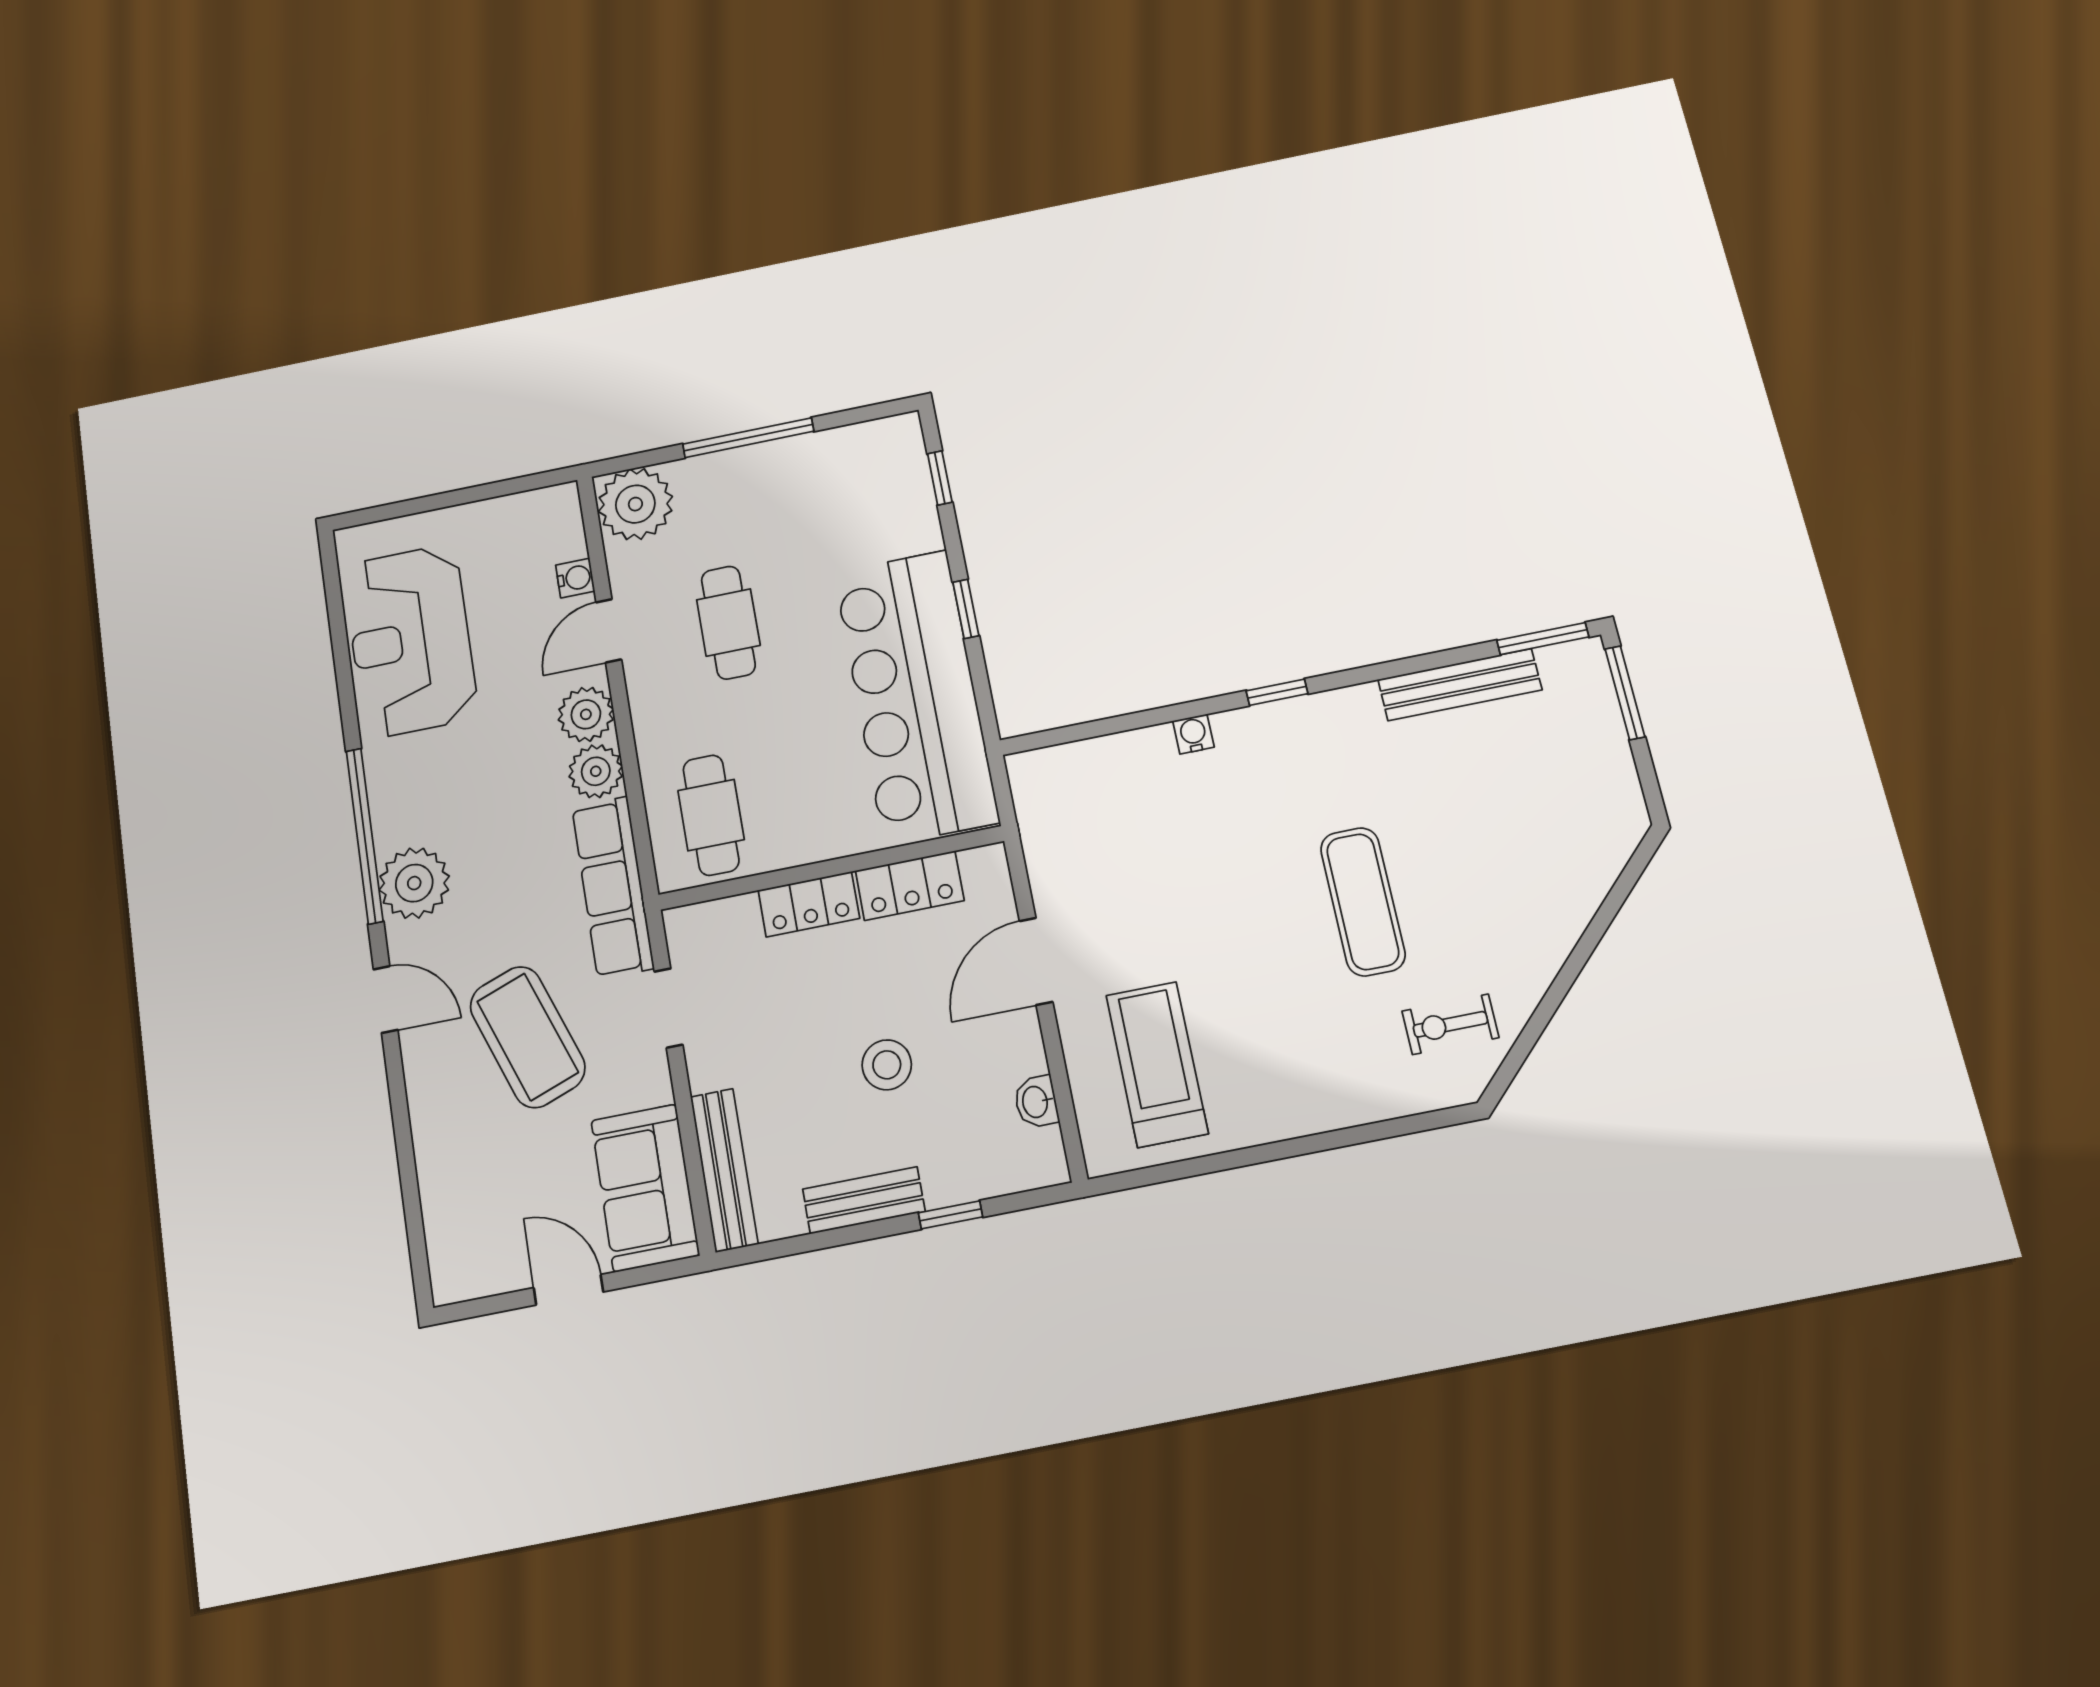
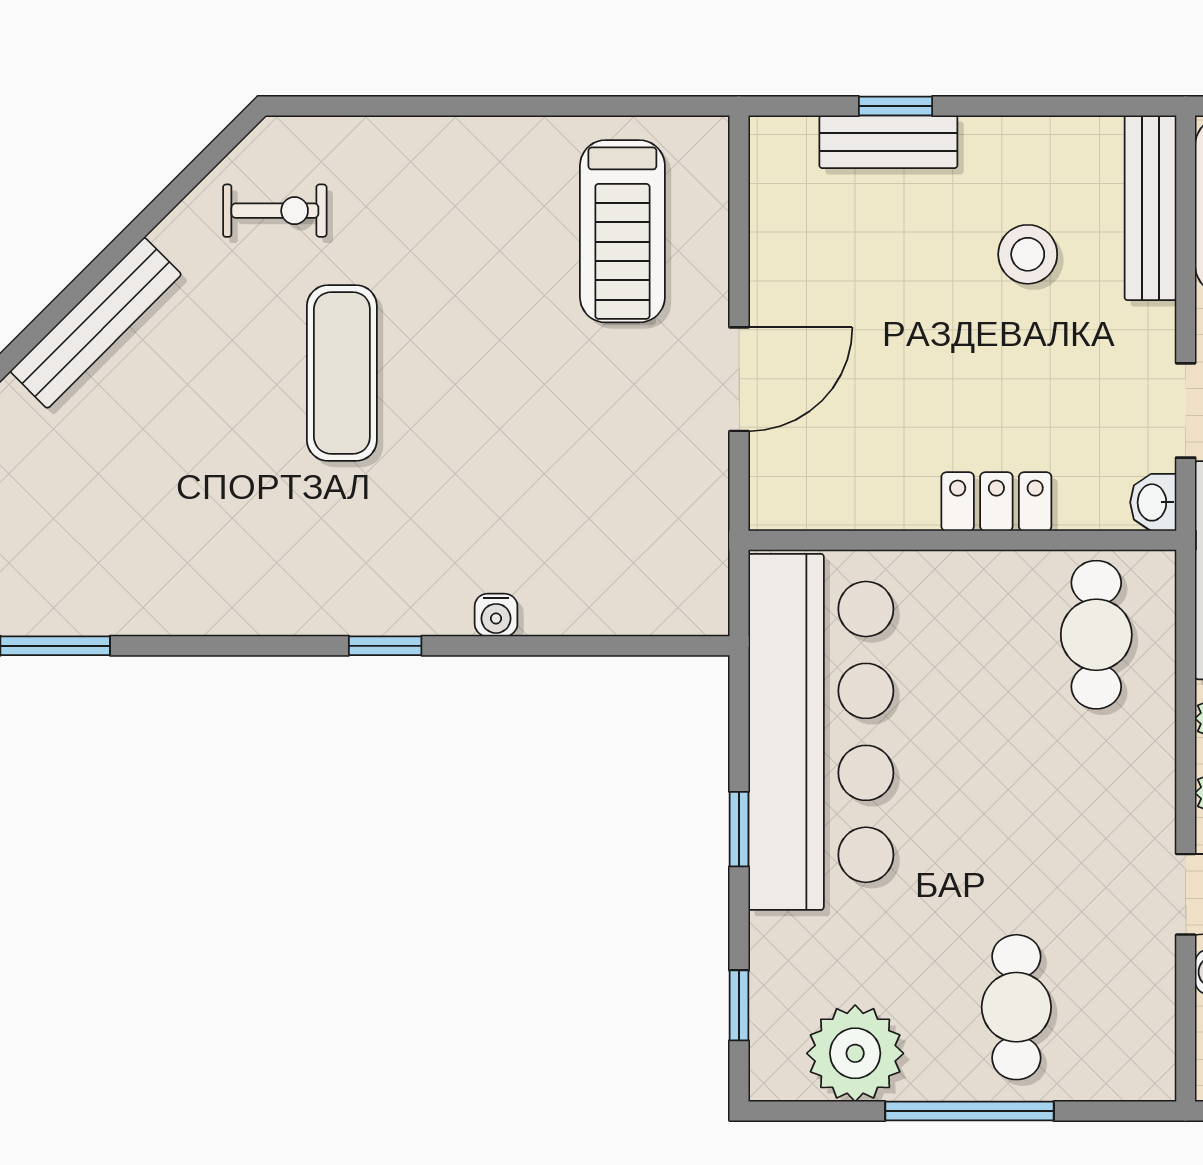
plant: (635, 504) -> (855, 1053), moved
cafe table: (728, 623) -> (1016, 1007), moved
bench: (1460, 685) -> (96, 323), moved, turned -45
locker: (910, 886) -> (872, 500), removed
stool: (887, 1065) -> (1028, 254), moved
washbasin: (1036, 1102) -> (1153, 502), moved, turned 180
bench: (864, 1200) -> (888, 142), moved

